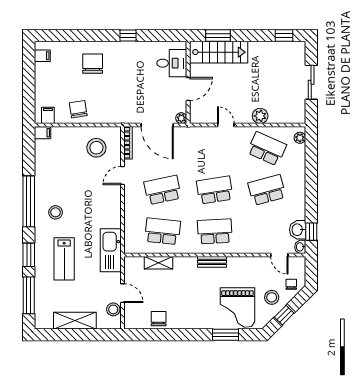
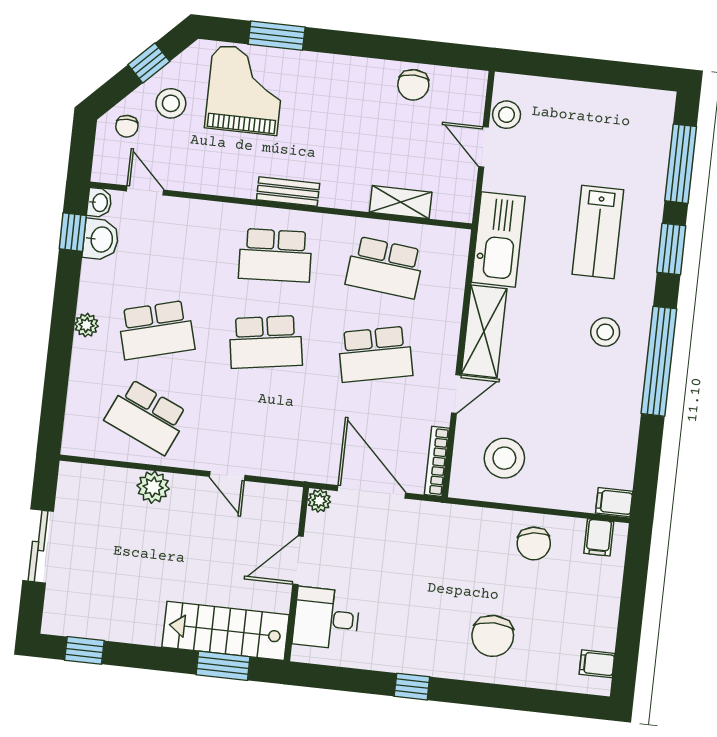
plant: (300, 138) -> (86, 325), moved
lab bench: (64, 259) -> (598, 232), turned 180
shelving: (75, 321) -> (484, 331), moved, turned 90

